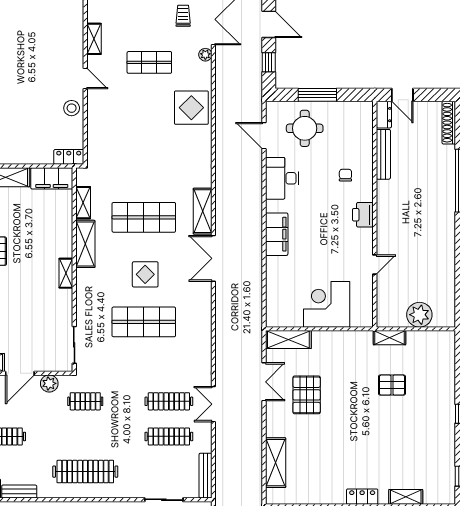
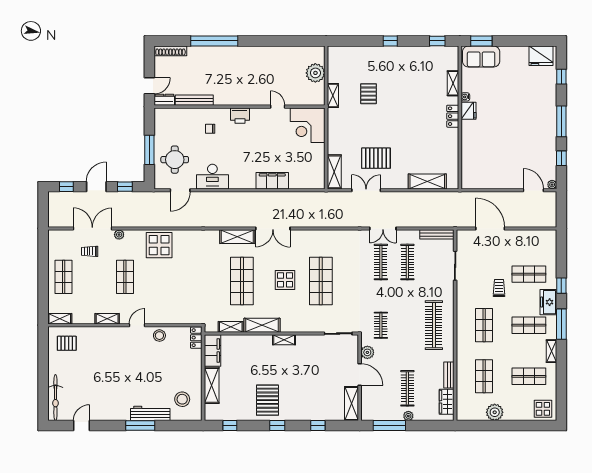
filing cabinet: (277, 234) -> (272, 181), moved
corner desk: (327, 304) -> (308, 125), moved

